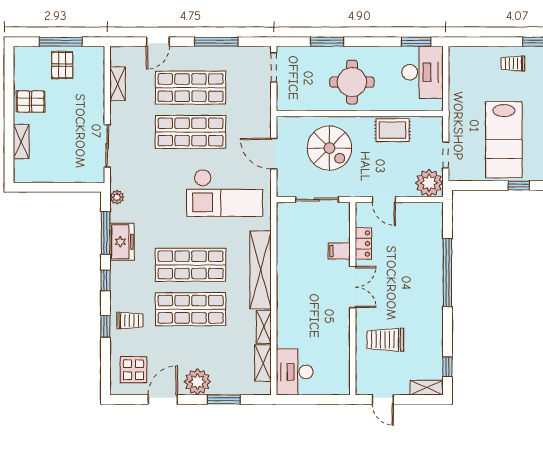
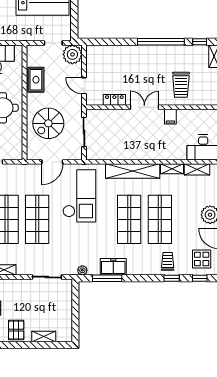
spiral stairs: (329, 148) -> (48, 123), turned 180
door: (384, 200) -> (84, 86), swing flipped
filing cabinet: (339, 251) -> (170, 117), moved
window: (447, 273) -> (161, 42), moved
window: (105, 280) -> (200, 278), moved

